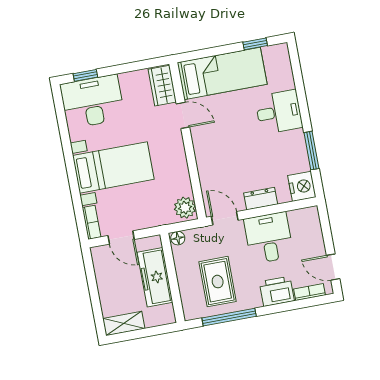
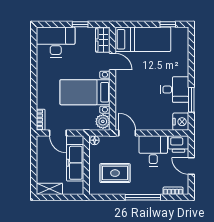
window: (85, 75) -> (80, 24), moved
desk: (279, 112) -> (175, 90), moved
bed with nightstands: (113, 167) -> (85, 92), moved, turned 180
dresser: (261, 199) -> (153, 125), removed
door: (333, 267) -> (191, 166), moved
rug: (218, 282) -> (115, 173), turned 90
printer: (277, 291) -> (179, 144), moved, turned 180
window: (229, 317) -> (143, 197), moved

